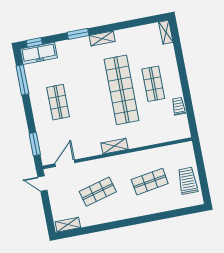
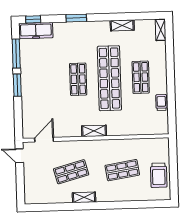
shelving: (102, 38) -> (122, 25), moved
shop shelf: (58, 102) -> (78, 79), moved
window: (35, 144) -> (17, 85), moved
trolley: (188, 181) -> (159, 175), turned 180
shelving: (68, 225) -> (84, 197), moved

